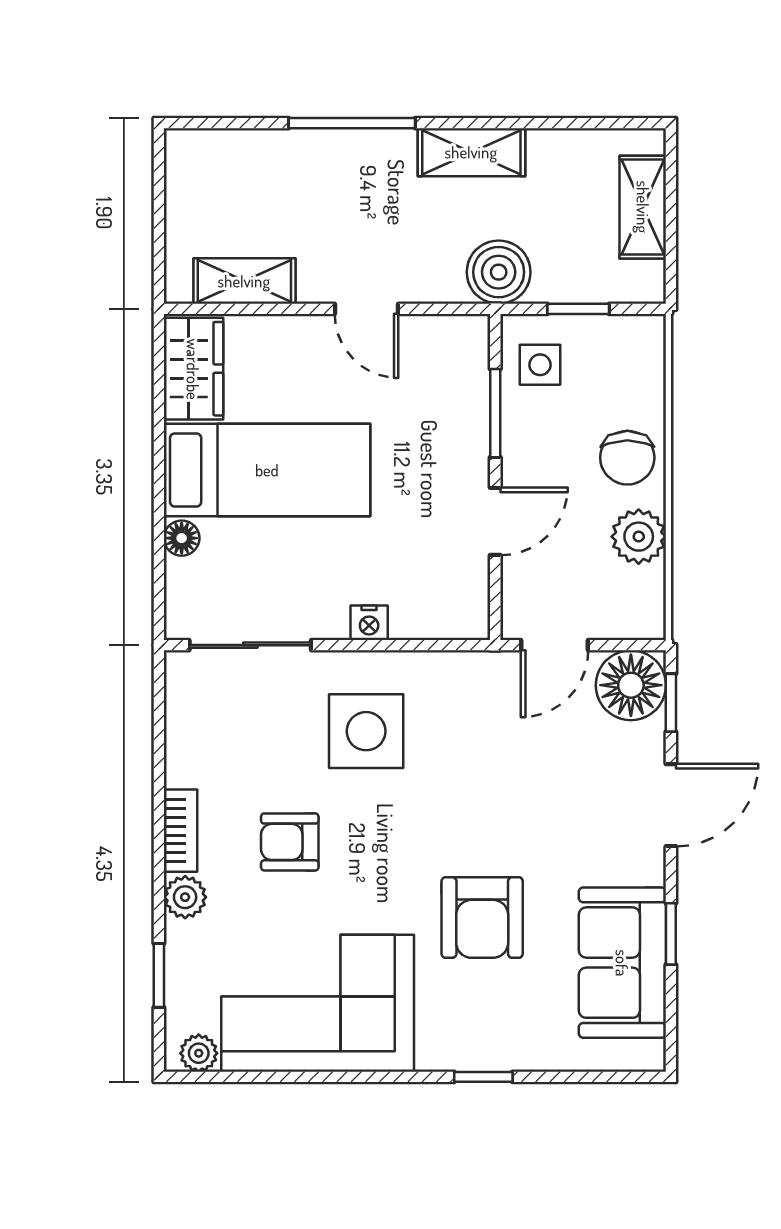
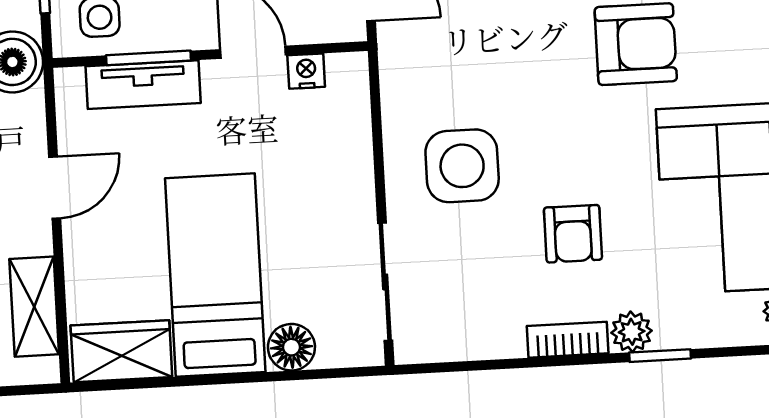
tv unit: (468, 406) -> (143, 85), added
floor lamp: (182, 538) -> (291, 347), width x1.37, depth x1.37
nightstand: (369, 623) -> (306, 71), moved, turned -90
window: (159, 975) -> (660, 356), moved

